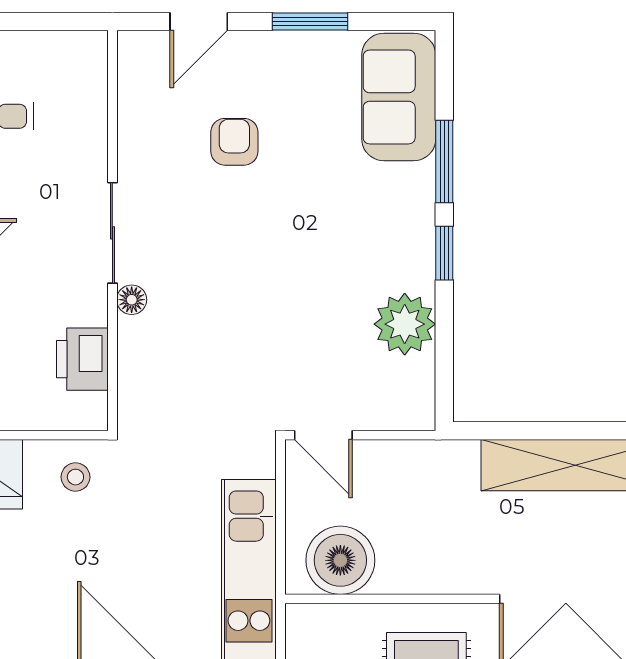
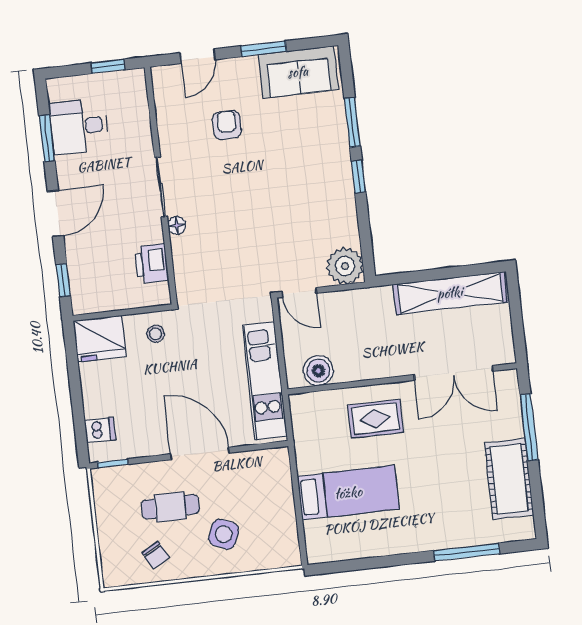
window: (47, 21) -> (108, 66), added
sofa: (399, 97) -> (298, 72), moved, turned -90
plant: (405, 324) -> (345, 266), moved
boiler: (340, 560) -> (318, 371), width x0.73, depth x0.73

